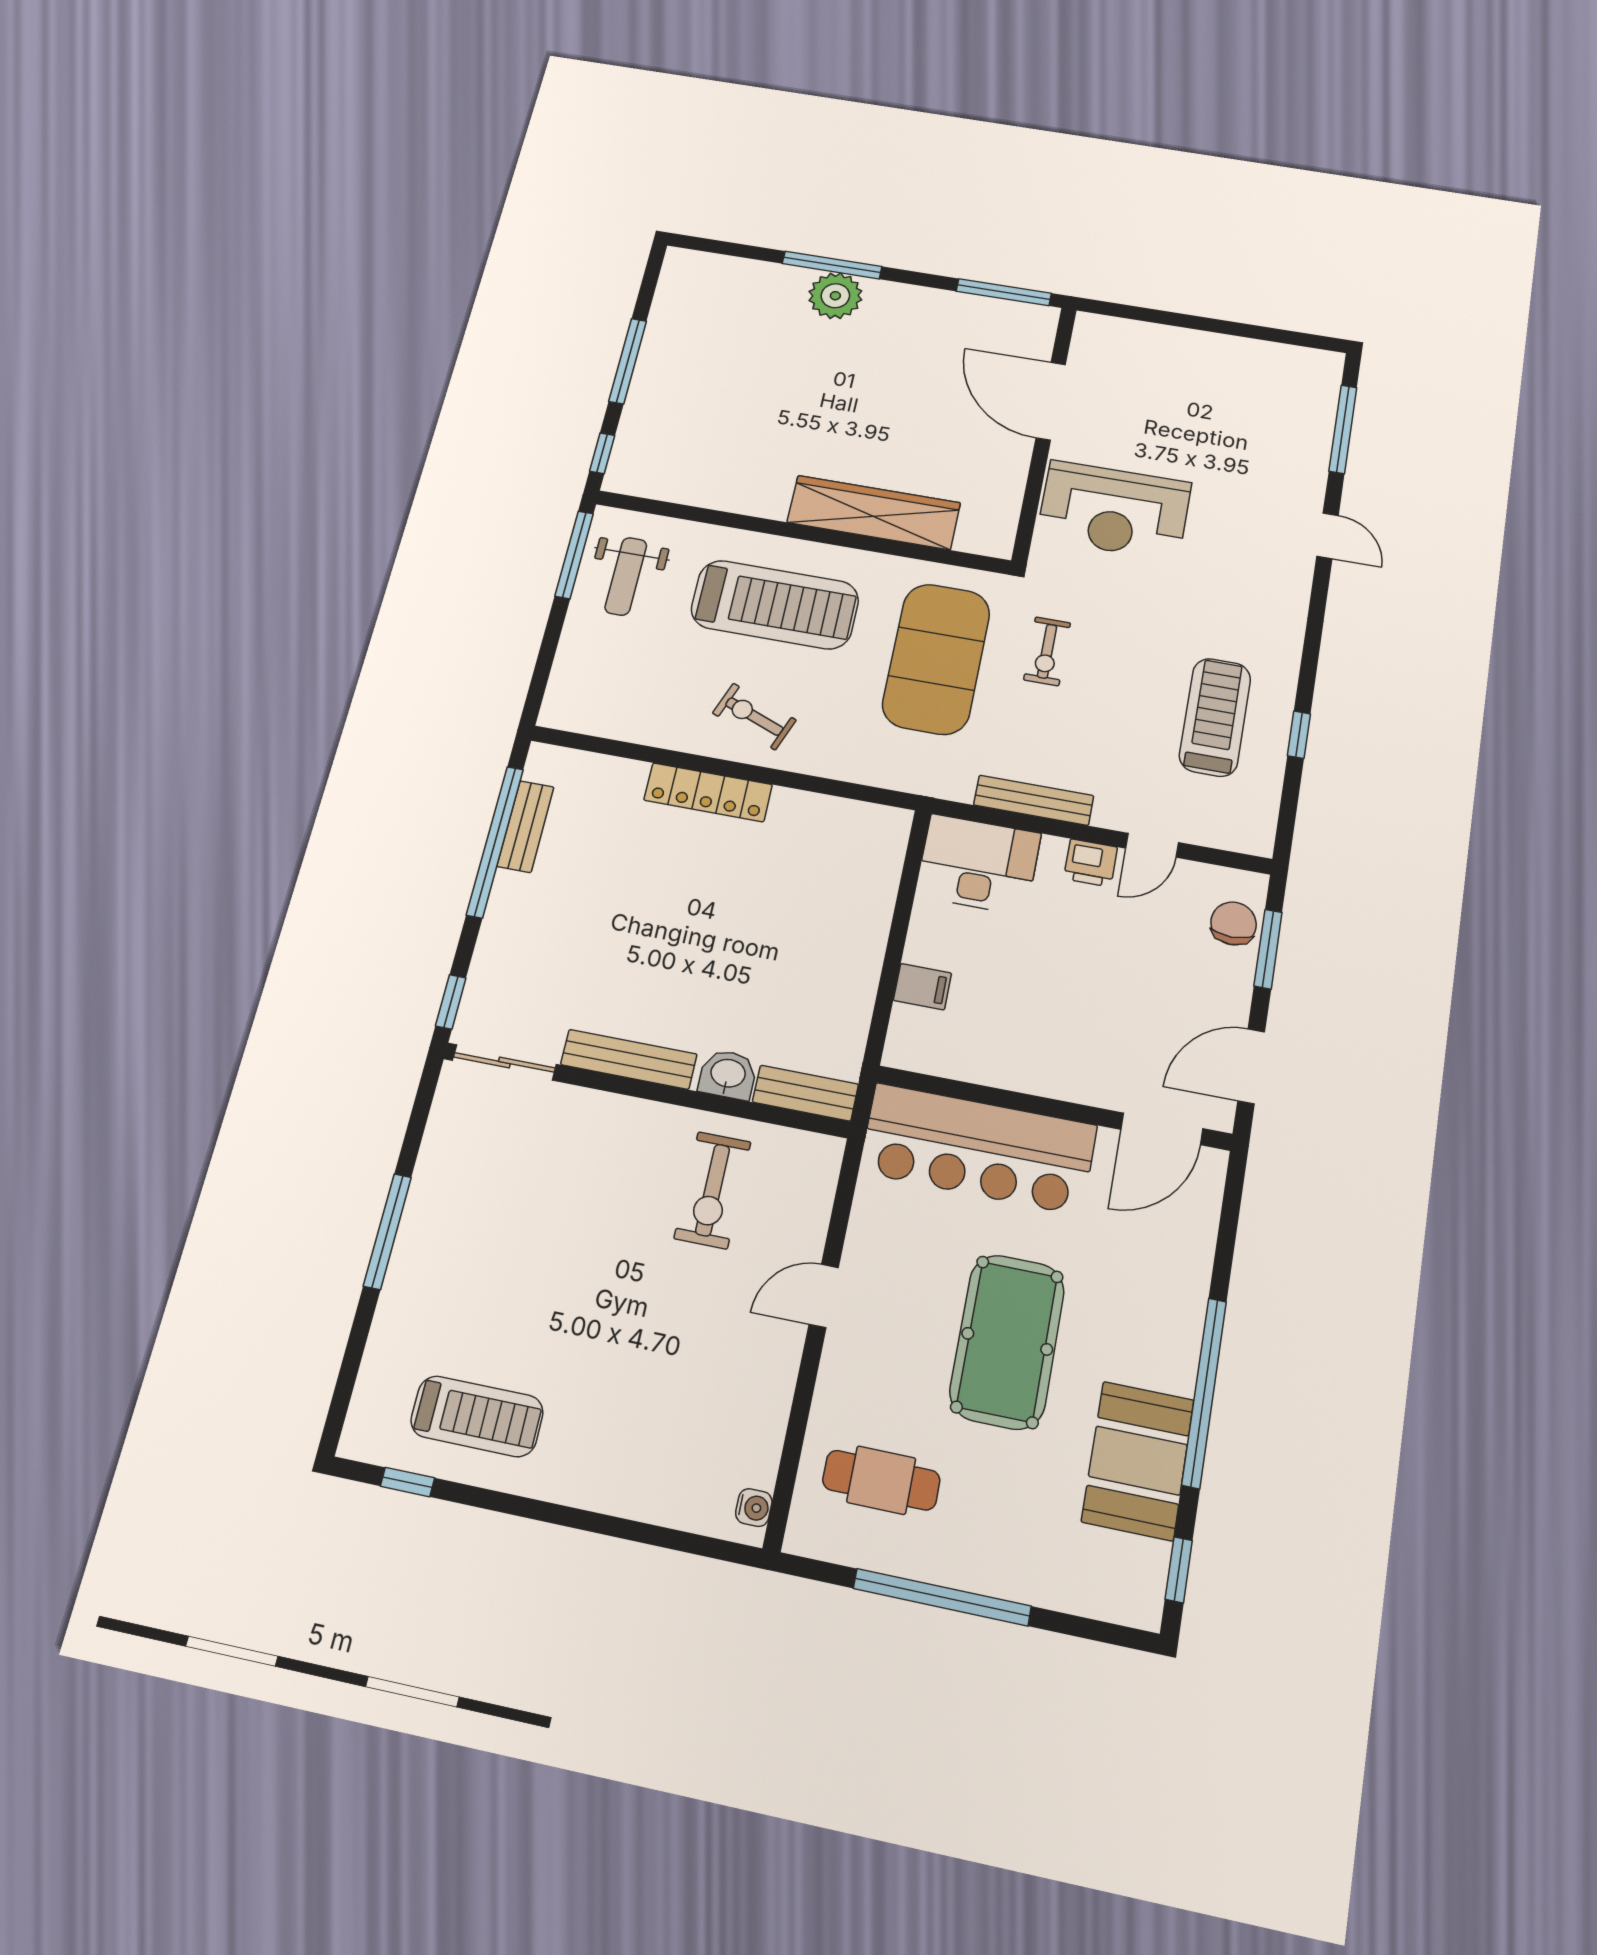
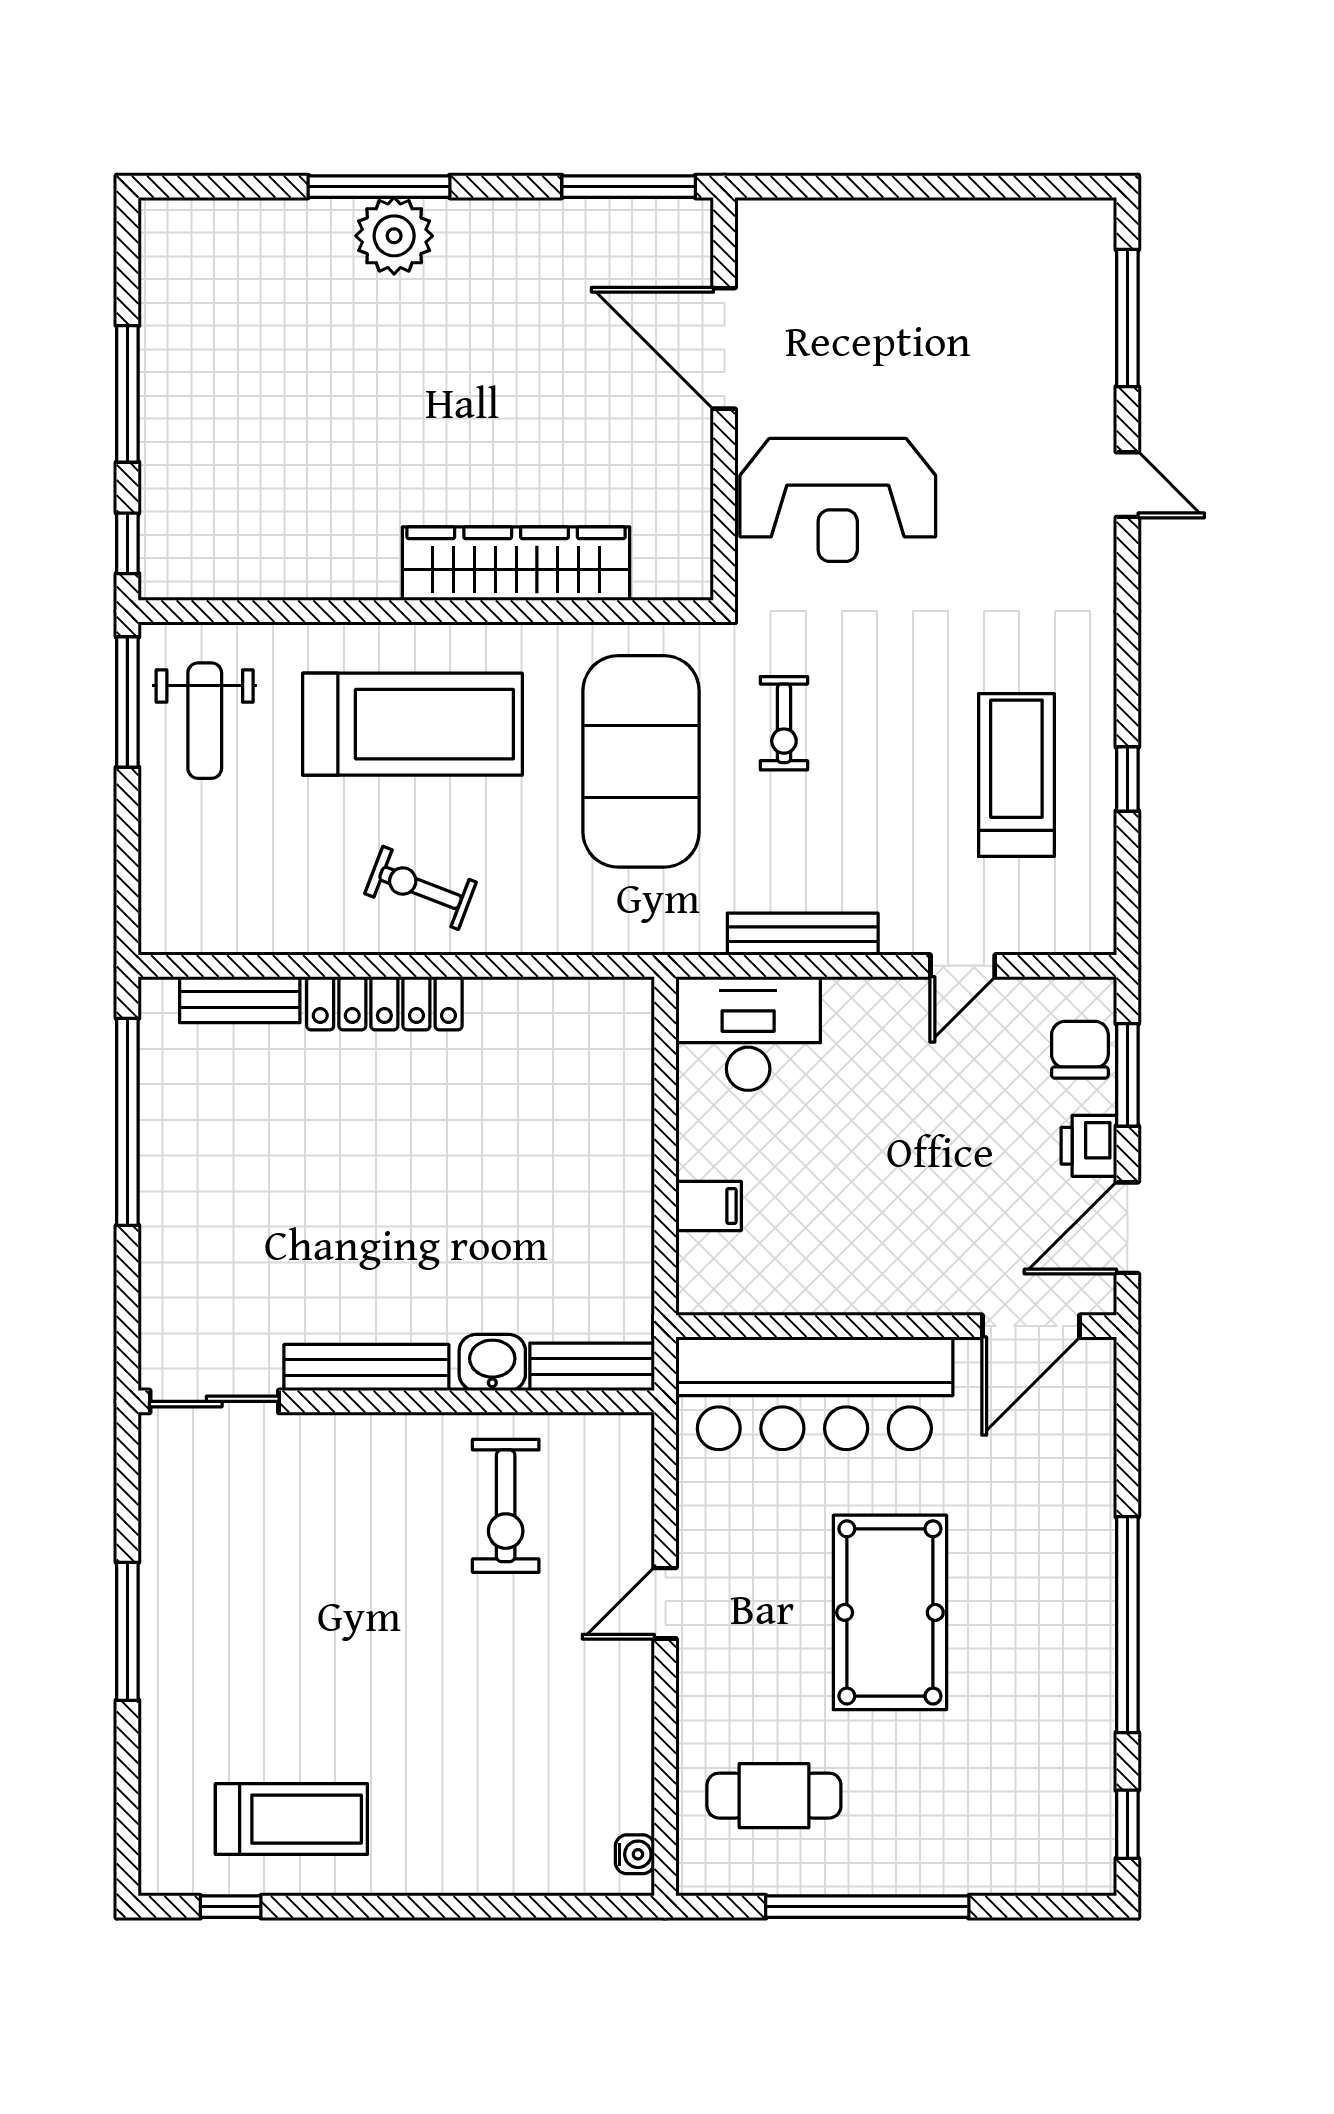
bench: (525, 827) -> (240, 1000), moved, turned 90
printer: (1091, 863) -> (1089, 1146), moved, turned 90
window: (451, 1002) -> (127, 1339), removed
booth: (1138, 1461) -> (1063, 1715), removed

